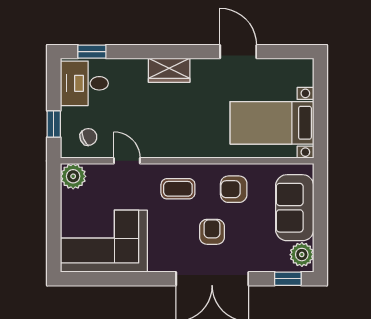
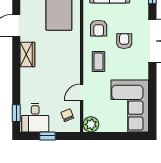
wardrobe: (169, 70) -> (27, 54), moved
window: (54, 124) -> (48, 136), moved
armchair: (212, 232) -> (124, 41), turned 90

